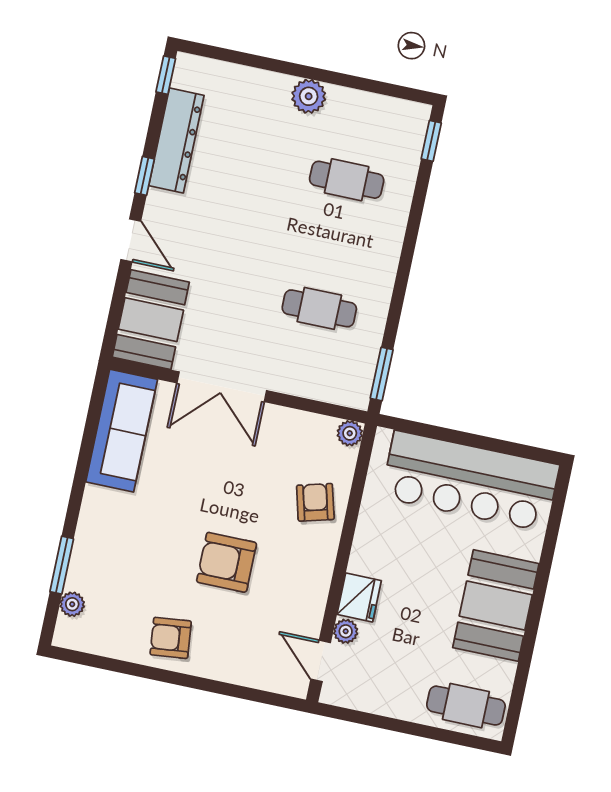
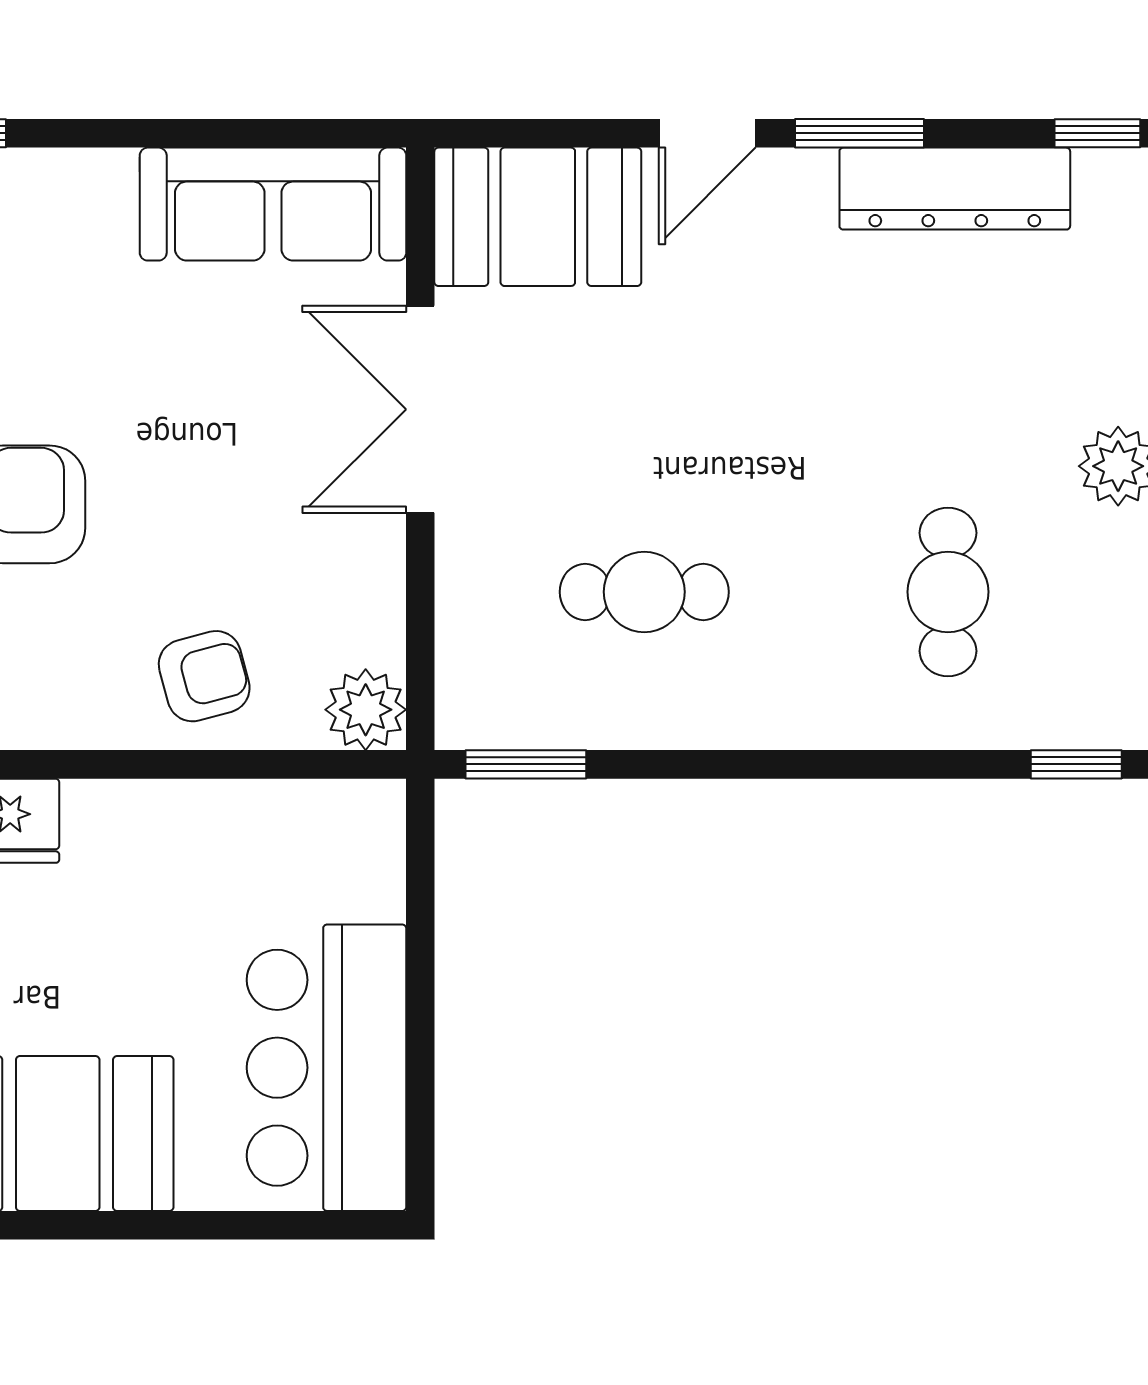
window: (144, 176) -> (860, 133), width x1.50
cafe table: (319, 308) -> (644, 592), turned 90
plant: (350, 433) -> (366, 710), width x1.38, depth x1.38
bar counter: (470, 481) -> (326, 1068), width x0.73

